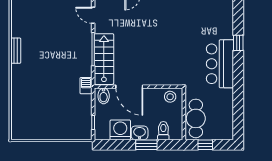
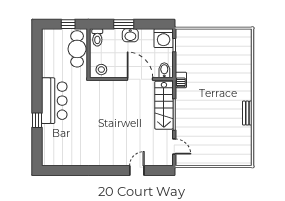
washing machine: (120, 130) -> (164, 38), moved
toilet: (163, 131) -> (97, 37), moved

